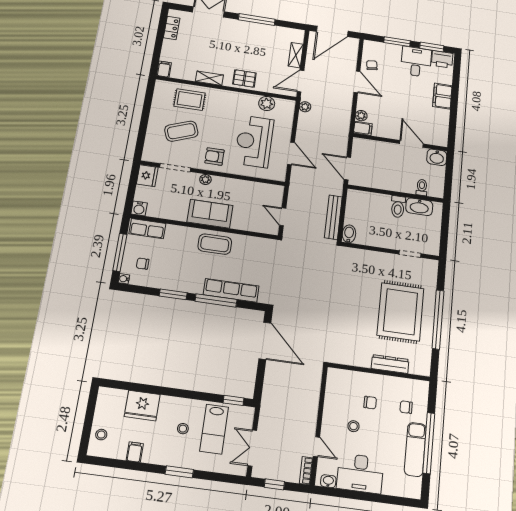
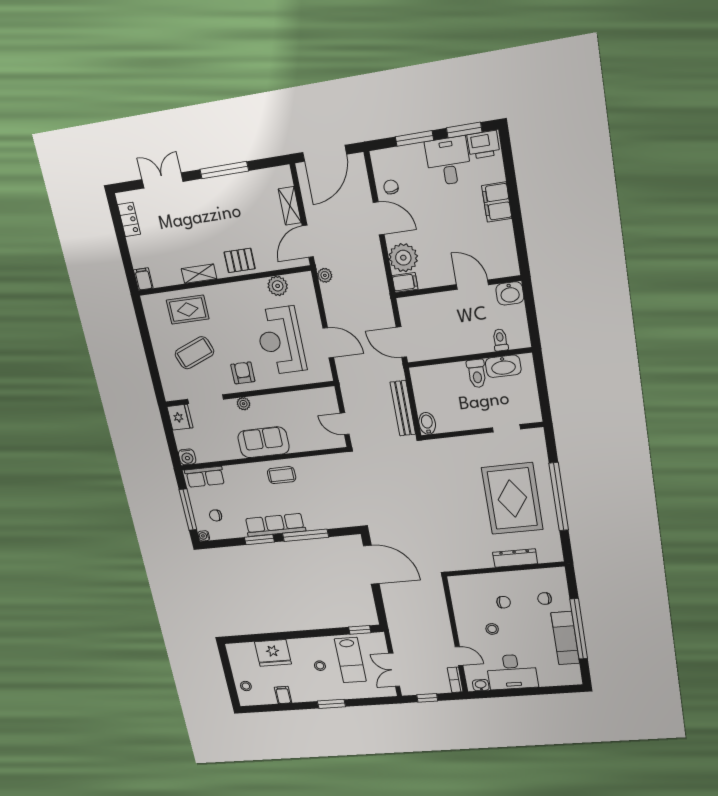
plant: (361, 116) -> (403, 258), width x1.87, depth x1.87
armchair: (215, 156) -> (243, 373), turned 90
coffee table: (215, 244) -> (282, 475), width x0.73, depth x0.77
row of seats: (231, 290) -> (275, 525), moved

